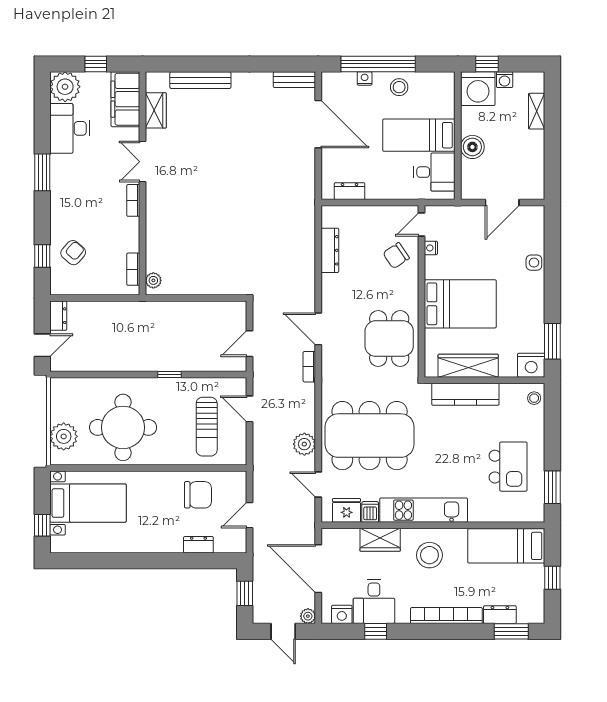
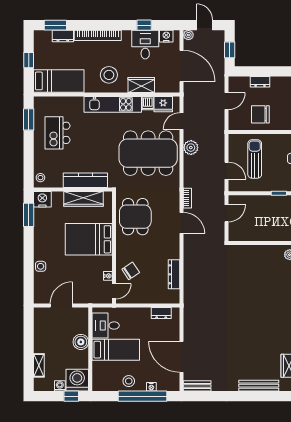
door: (318, 484) -> (182, 121), swing flipped

